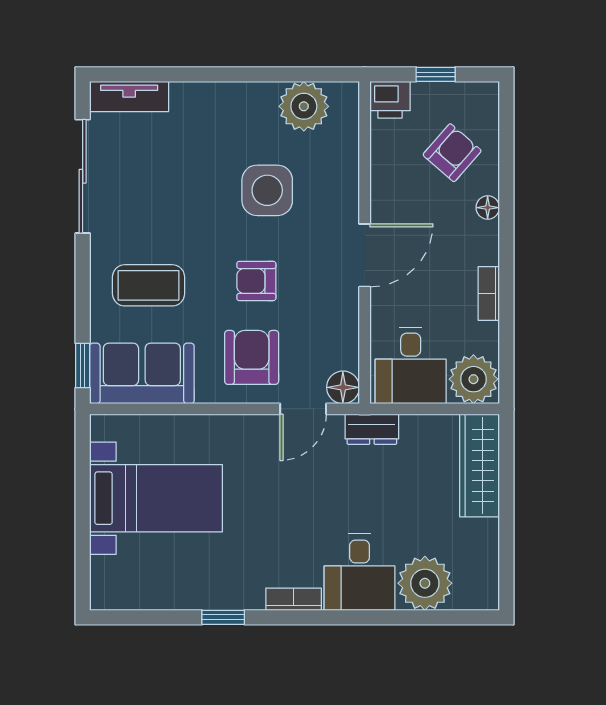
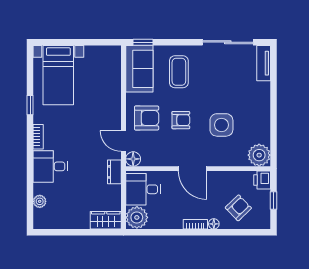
plant: (304, 106) -> (259, 155), moved
armchair: (452, 153) -> (238, 208), turned -85
armchair: (256, 281) -> (181, 120), turned 90
bookcase: (489, 293) -> (195, 224), moved
wardrobe: (480, 466) -> (106, 220), width x0.67
bed with nightstands: (156, 498) -> (58, 75), moved
plant: (425, 583) -> (40, 201), width x0.53, depth x0.53

